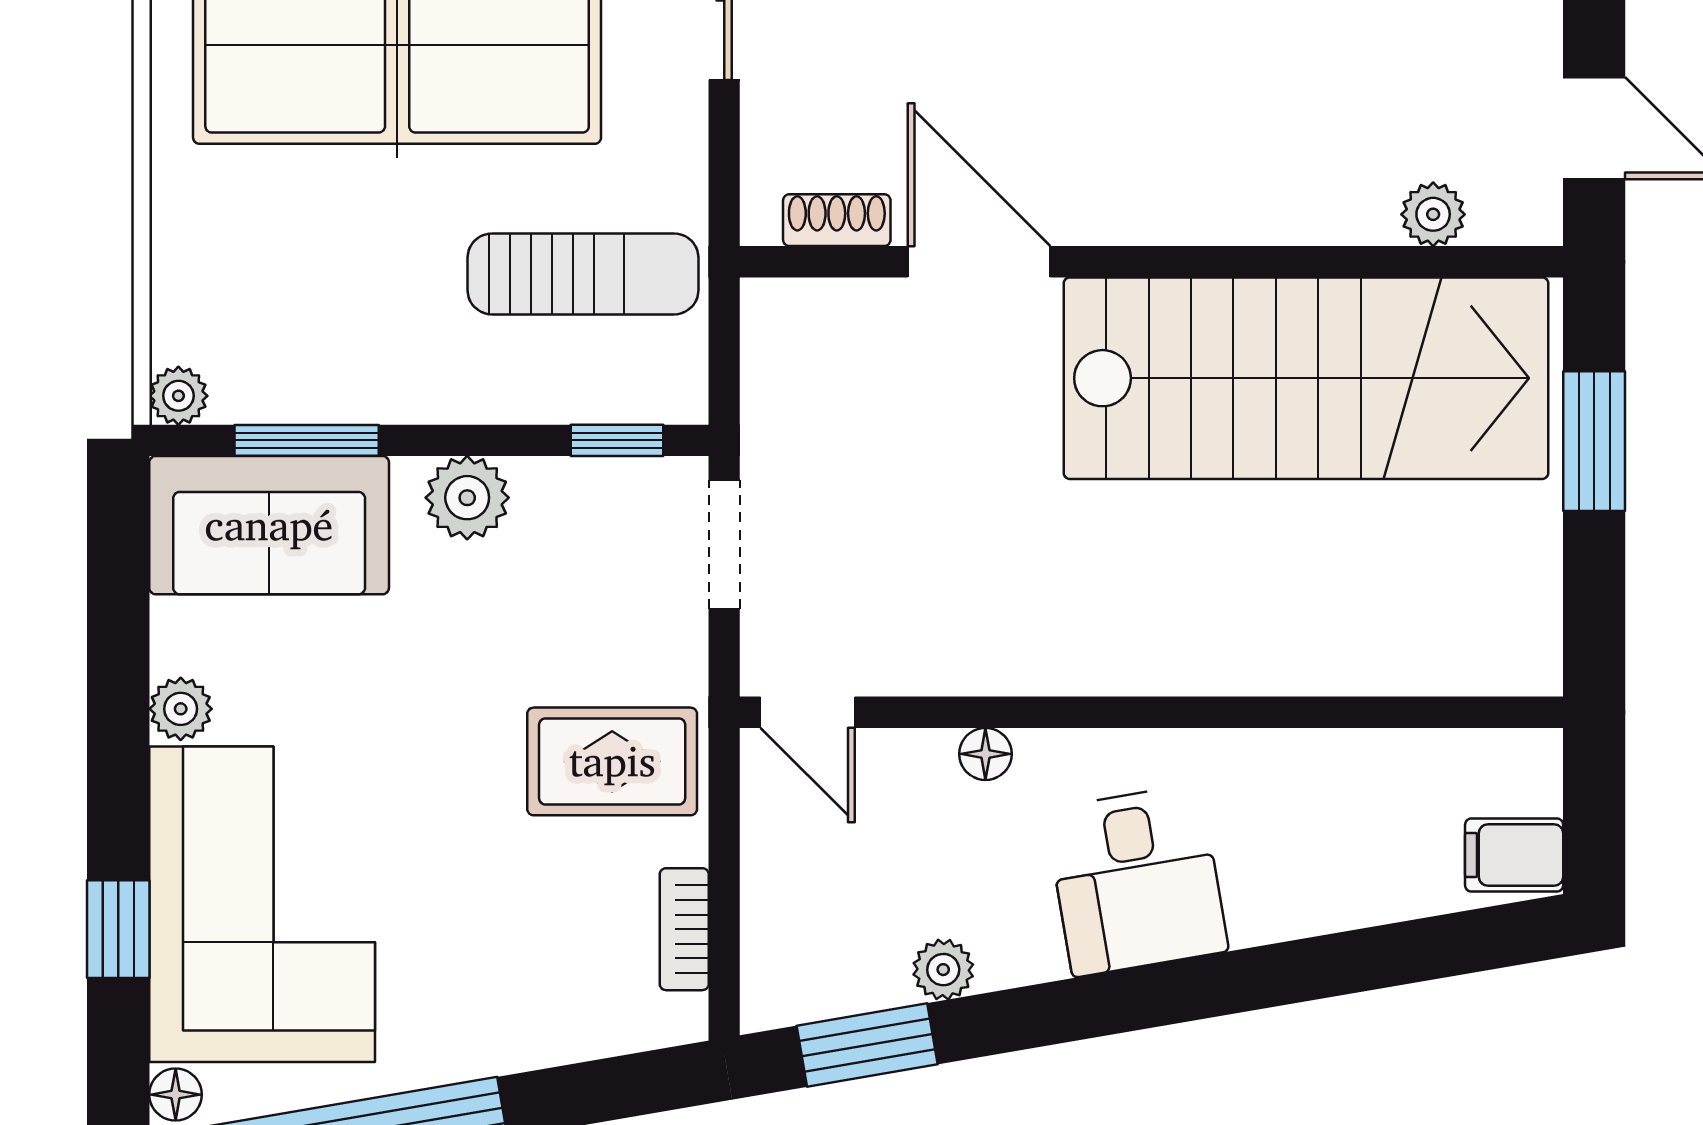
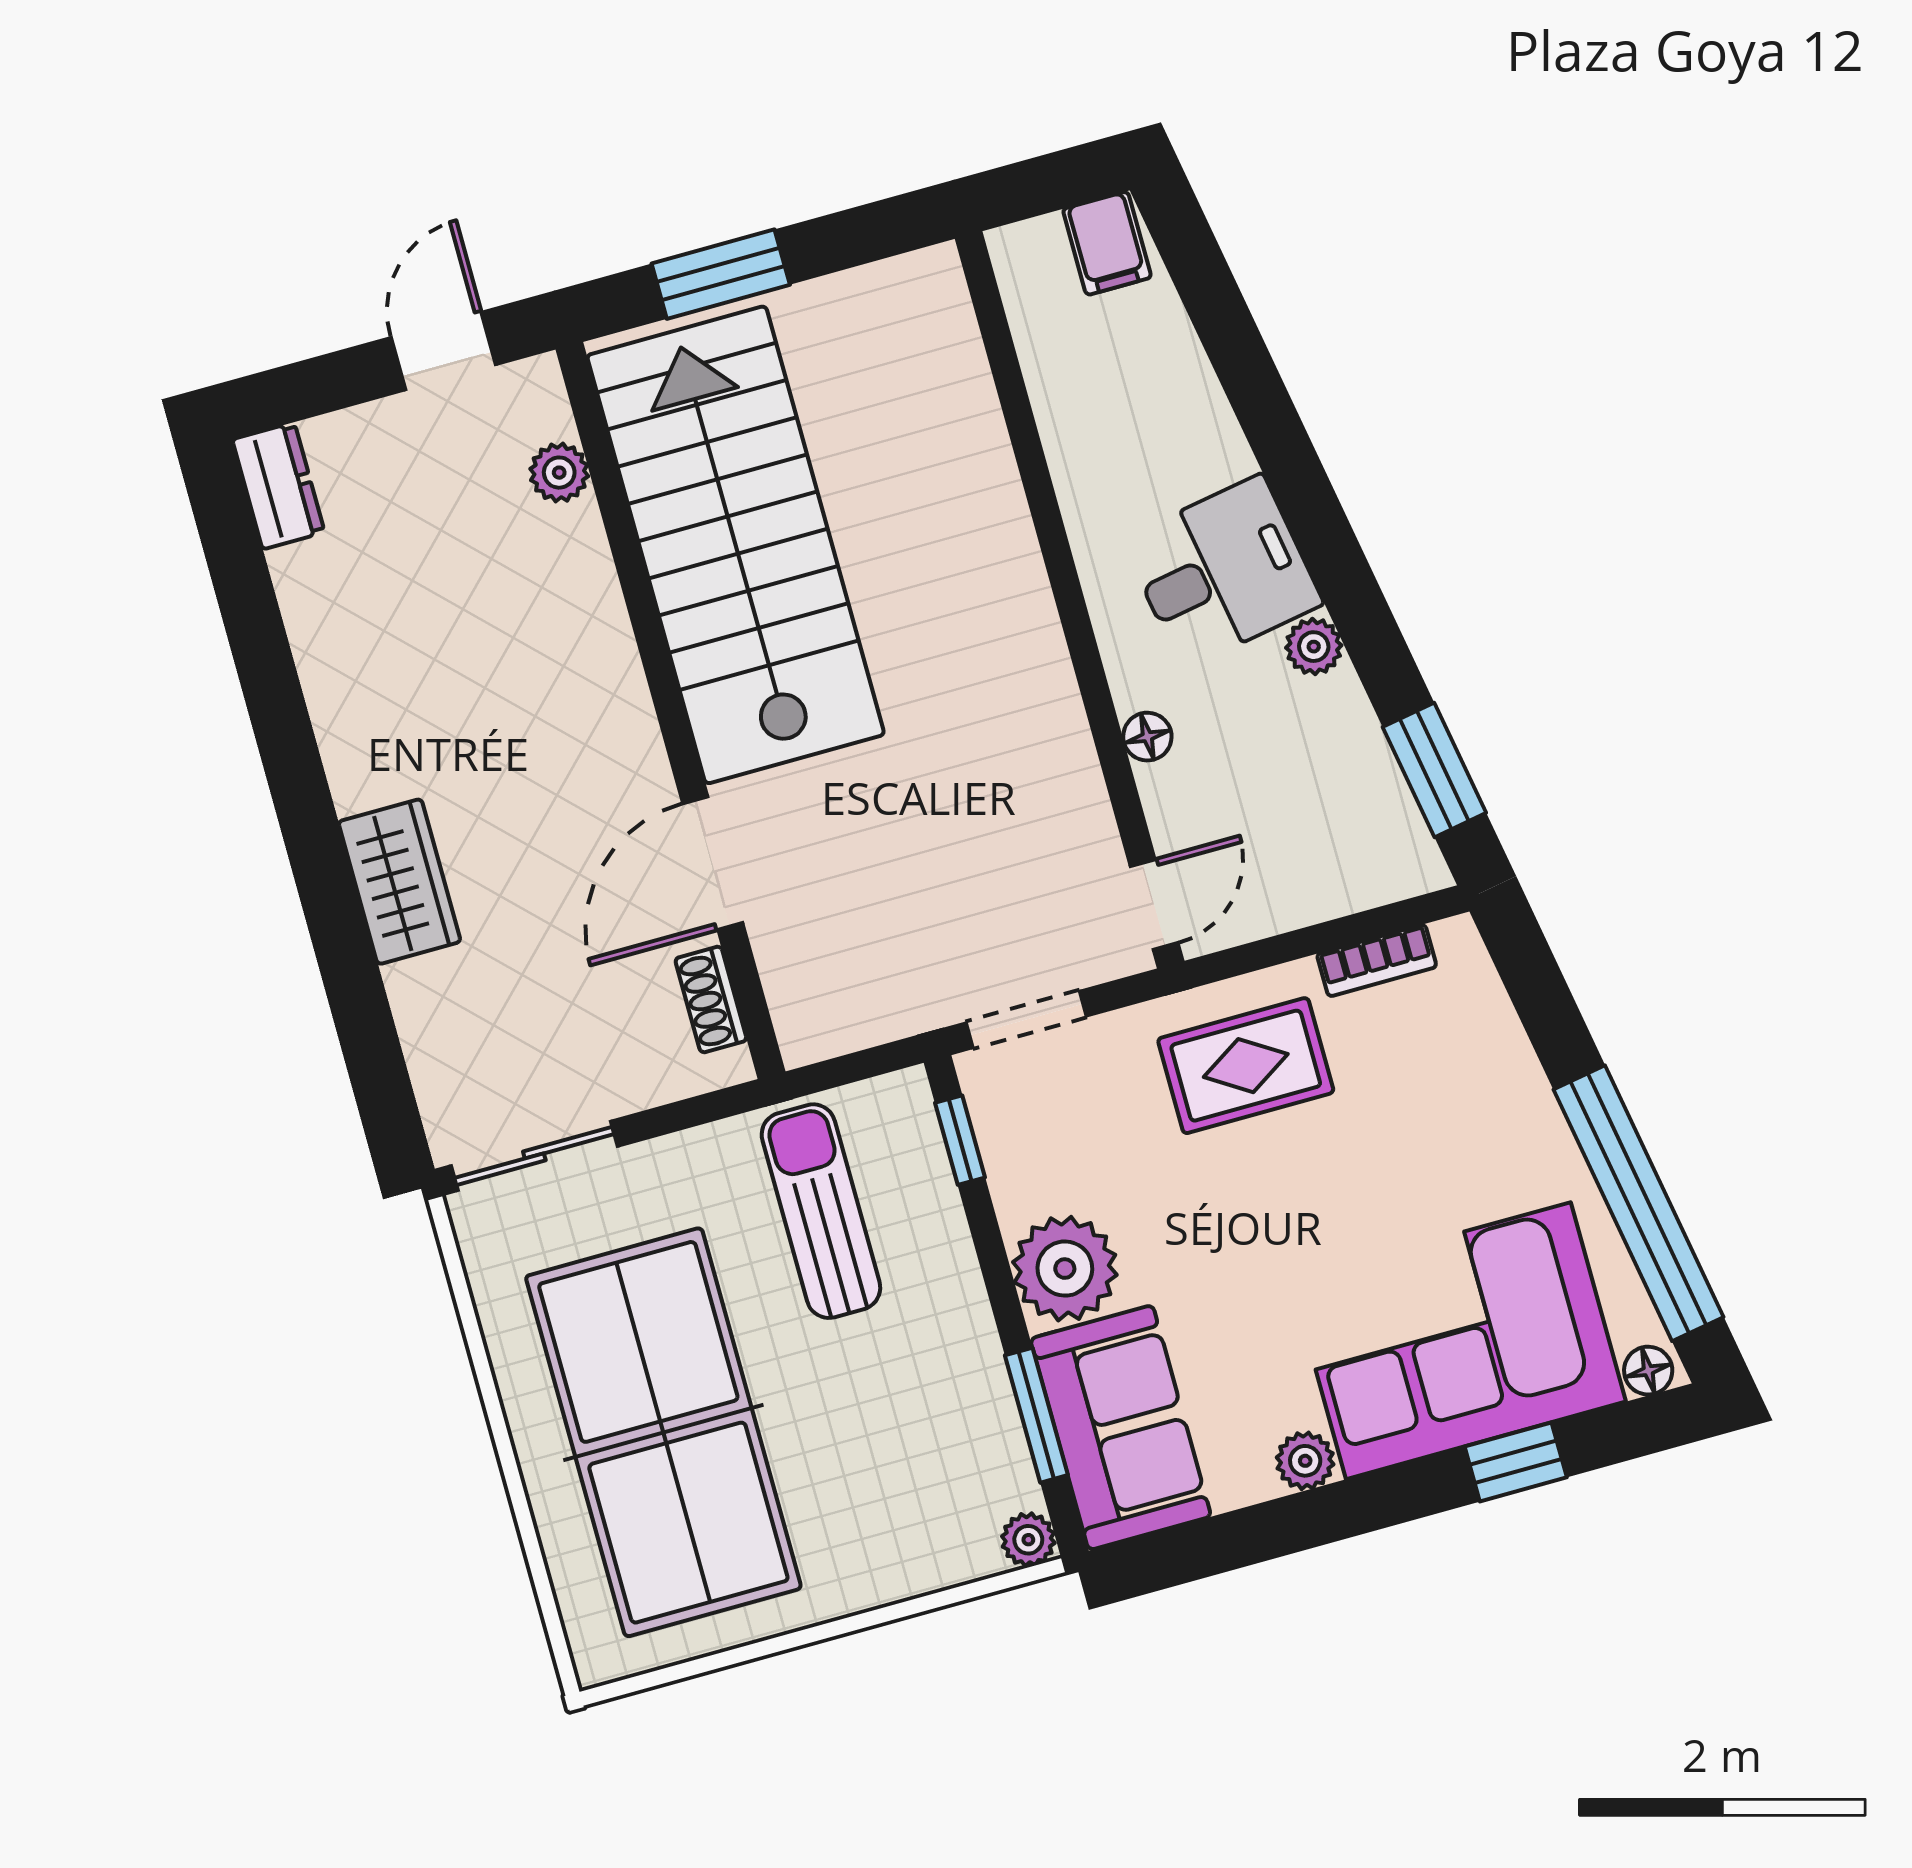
plant: (467, 498) -> (1065, 1269), width x1.36, depth x1.36
rug: (612, 761) -> (1246, 1066), turned 90
plant: (943, 970) -> (1314, 647), moved

